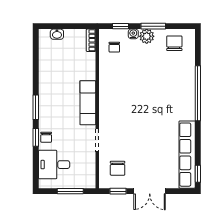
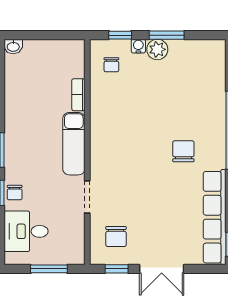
washbasin: (57, 34) -> (13, 46), moved
bookcase: (91, 40) -> (78, 95), moved
chair: (174, 43) -> (183, 151), moved

